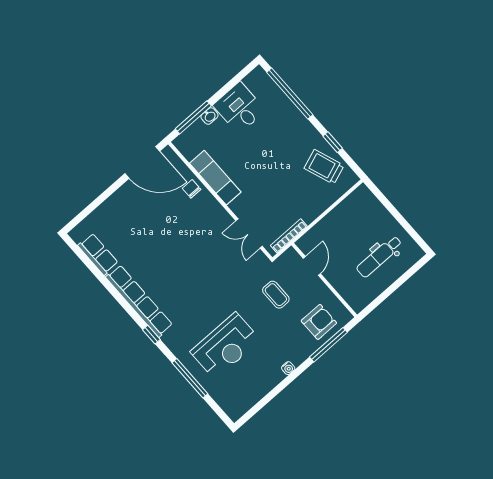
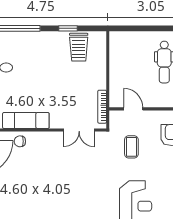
trolley: (324, 167) -> (79, 47), turned -70
coffee table: (276, 295) -> (131, 147), turned 90

